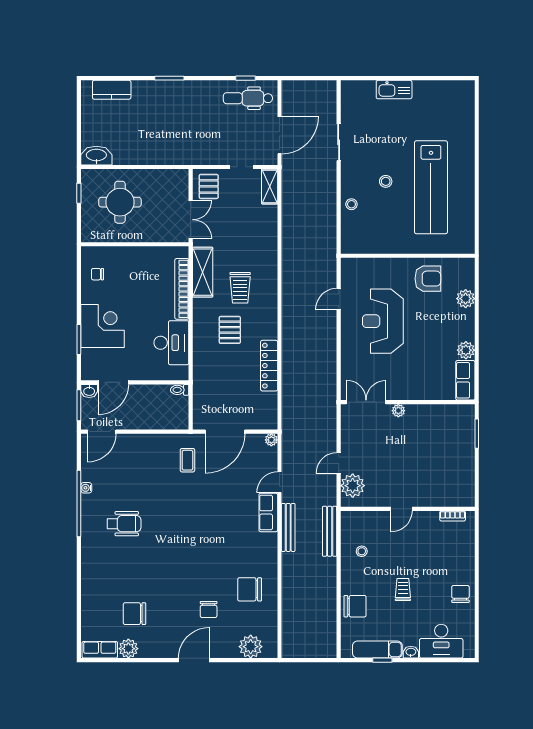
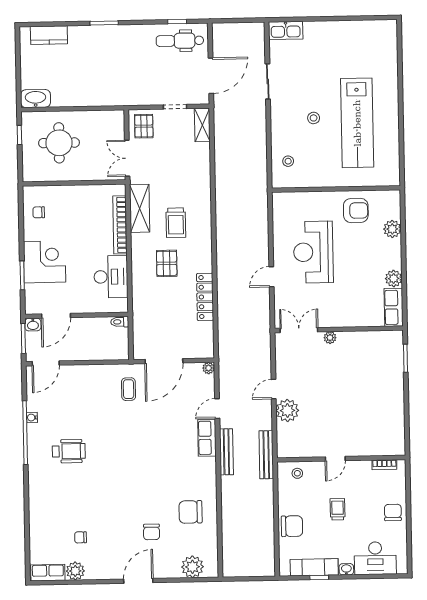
kitchen sink: (394, 90) -> (286, 30), moved
stool: (351, 204) -> (288, 161), moved
double door: (191, 220) -> (127, 158), swing flipped
door: (339, 299) -> (271, 277), moved
door: (401, 509) -> (335, 459), moved
wall: (408, 509) -> (341, 459), moved
bookcase: (453, 516) -> (384, 465), moved
chair: (135, 614) -> (81, 537), width x0.54, depth x0.54

